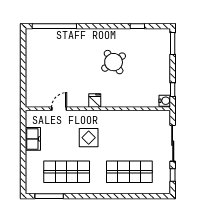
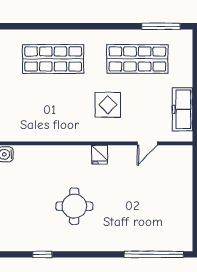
round table: (114, 62) -> (74, 206), turned 35
freezer: (33, 139) -> (182, 109), width x1.40

